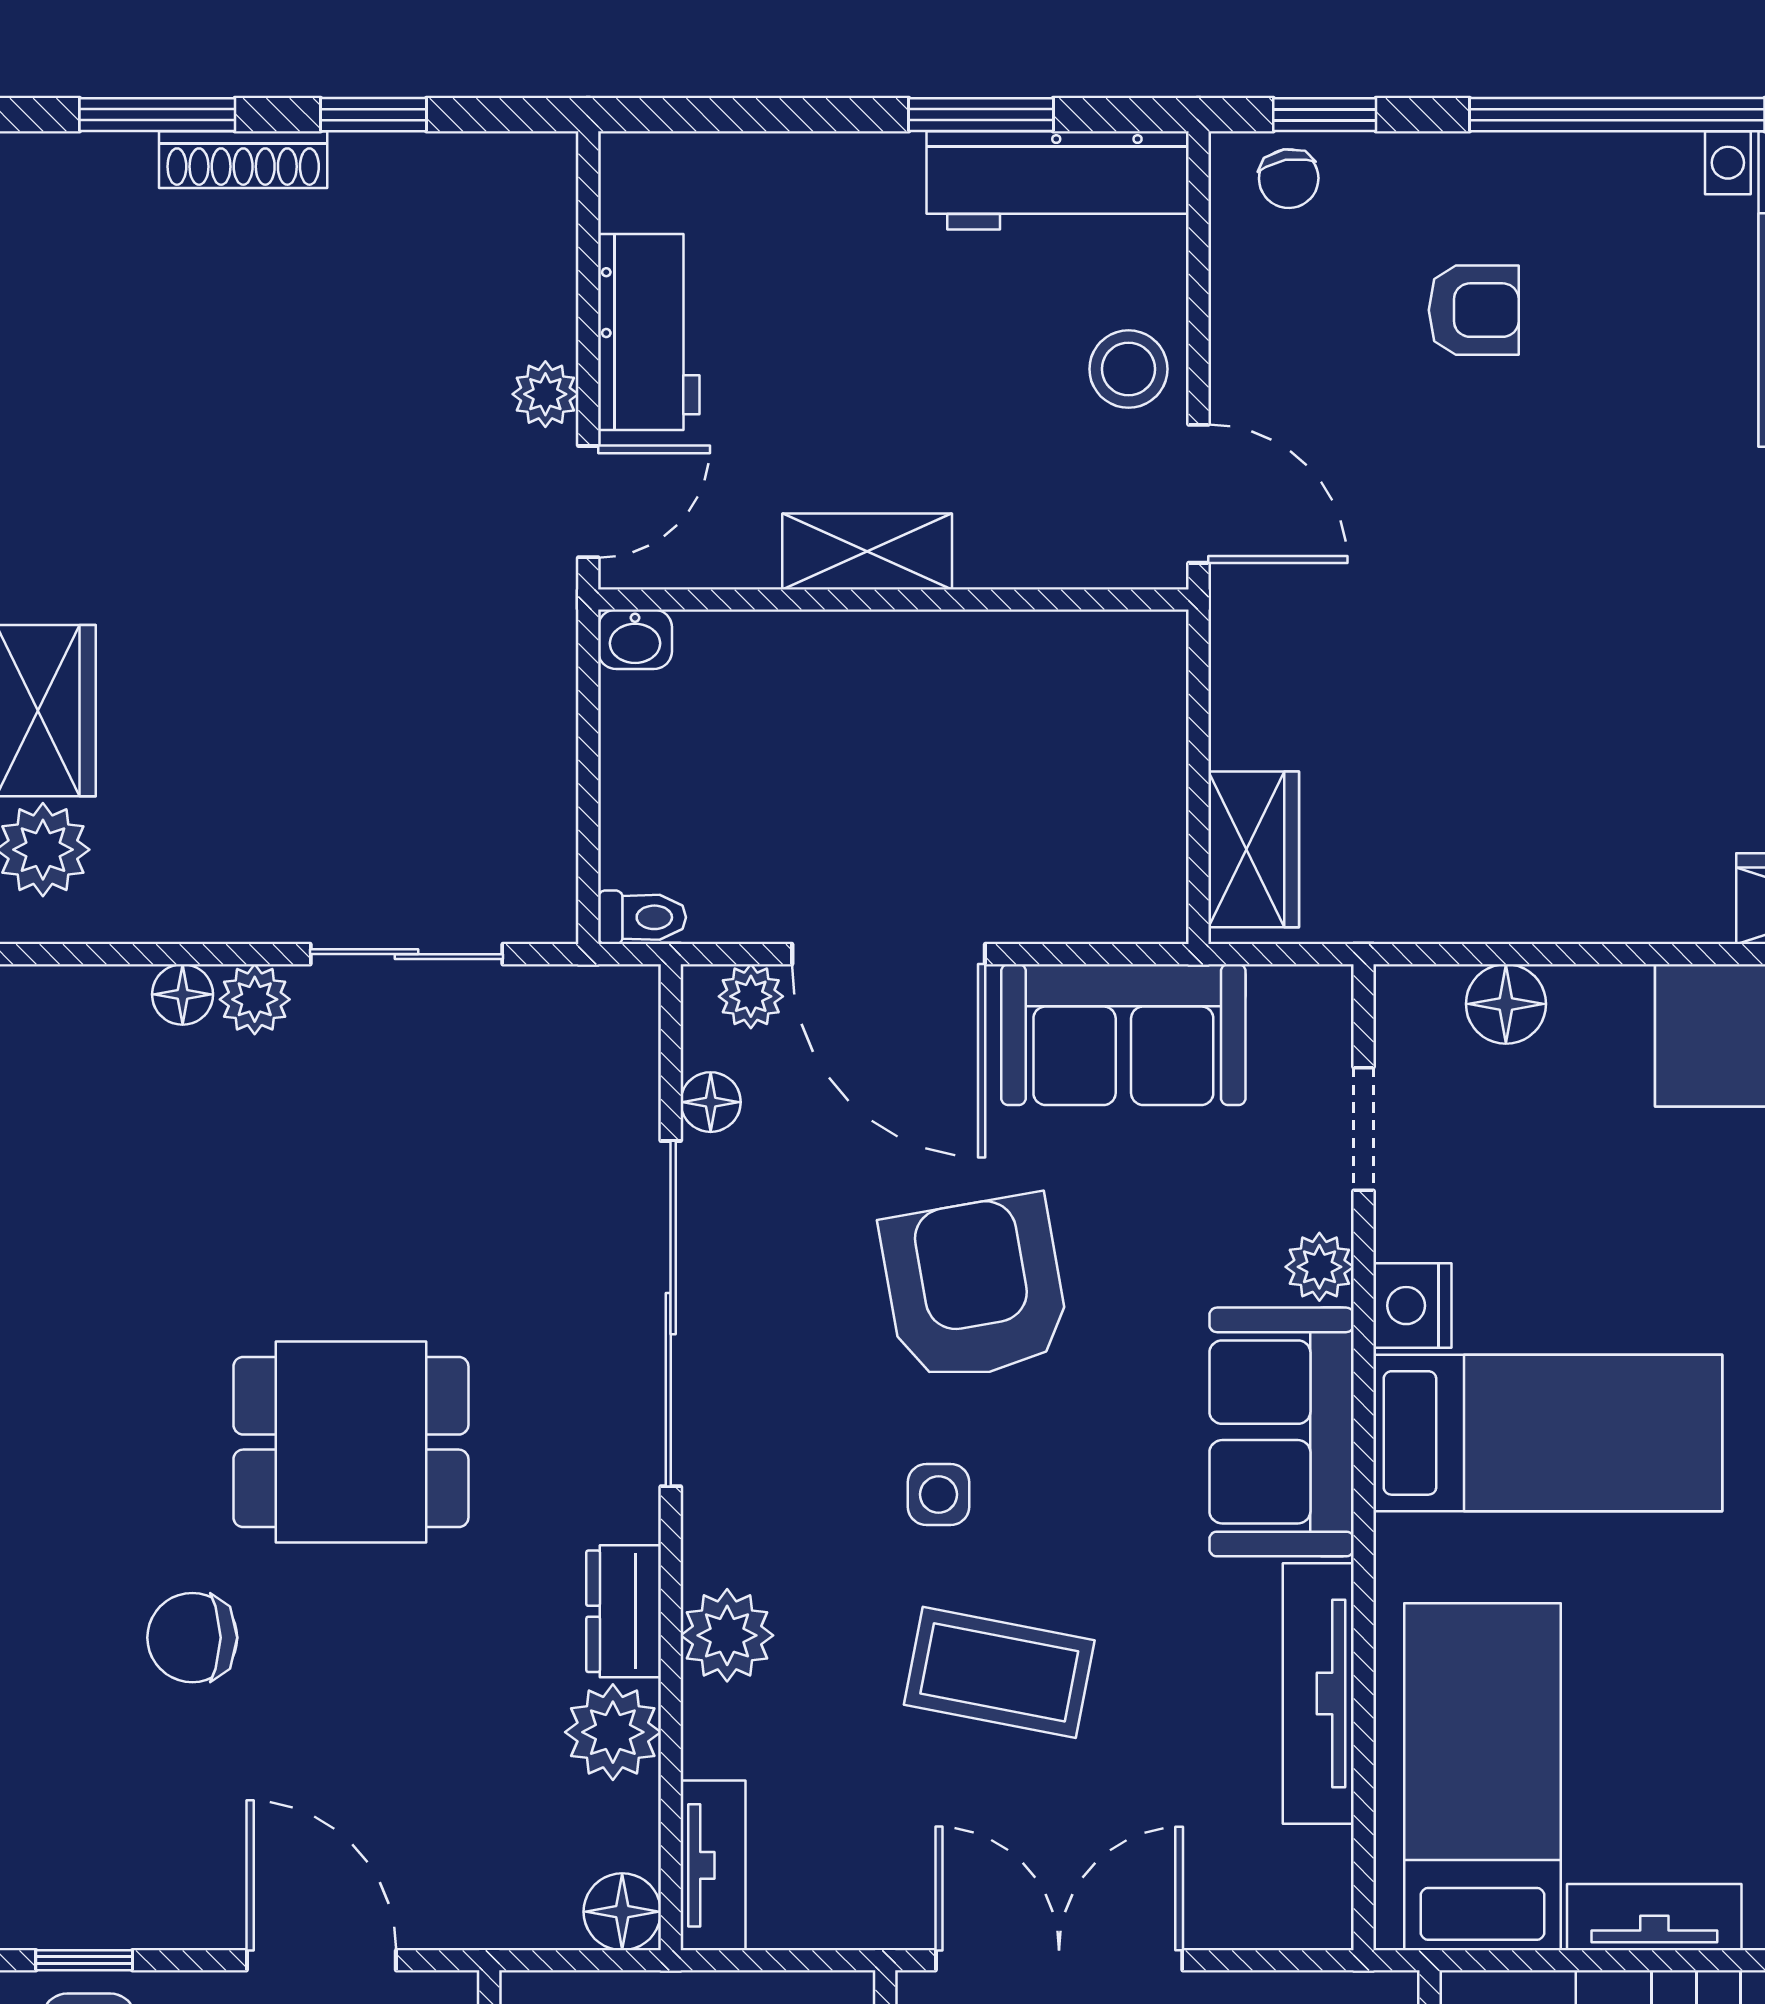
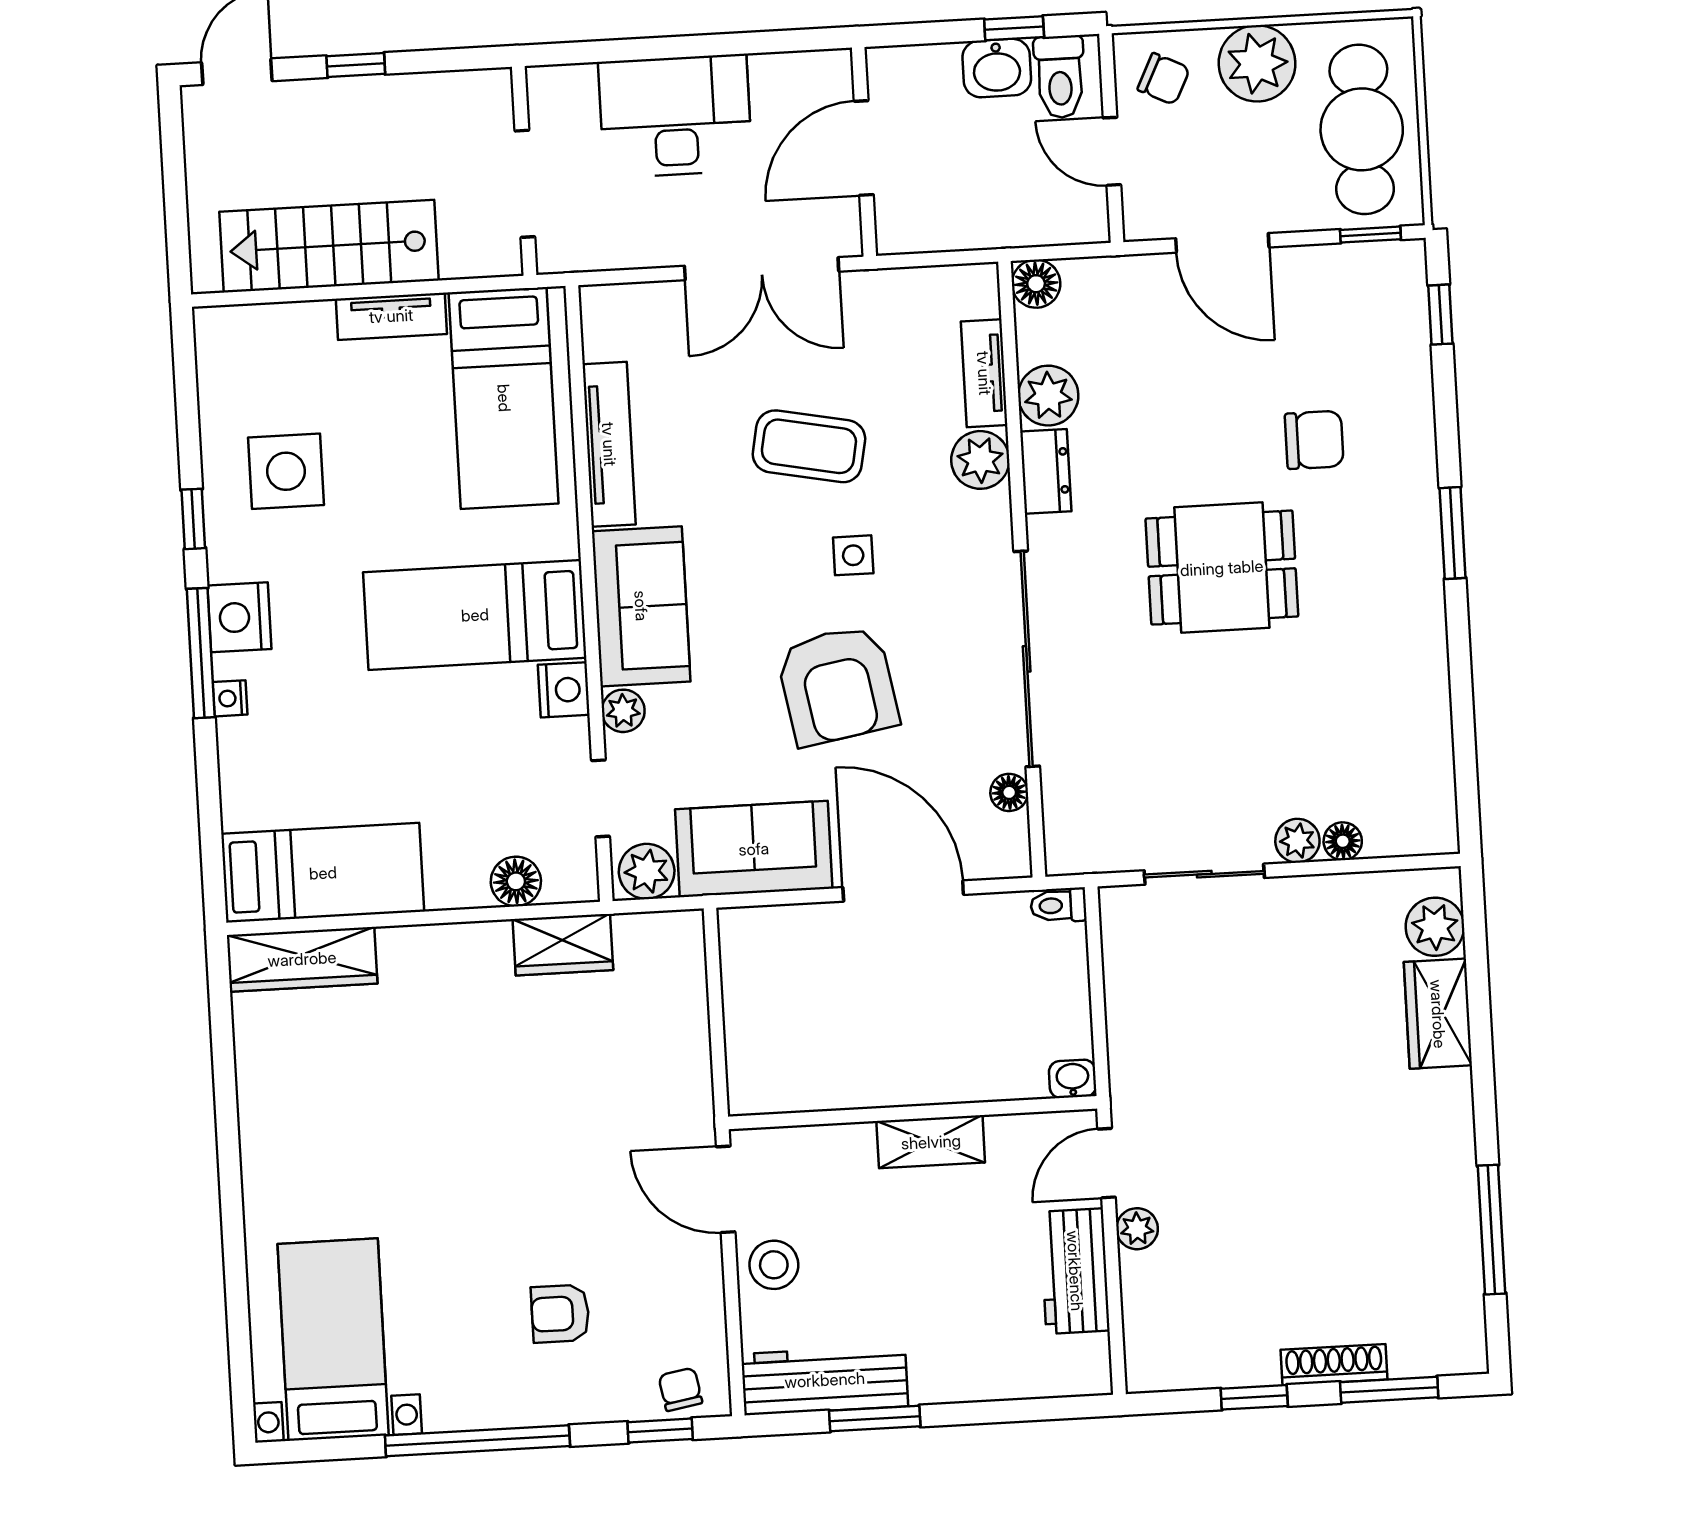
wardrobe: (1254, 849) -> (563, 945), moved, turned -90
plant: (751, 996) -> (647, 871), moved, width x1.38, depth x1.38
tv unit: (713, 1865) -> (984, 373), moved

